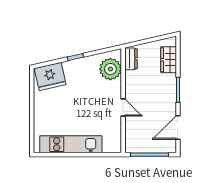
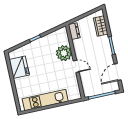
plant: (110, 69) -> (64, 53), moved
fridge: (50, 76) -> (19, 67), moved, turned -77

